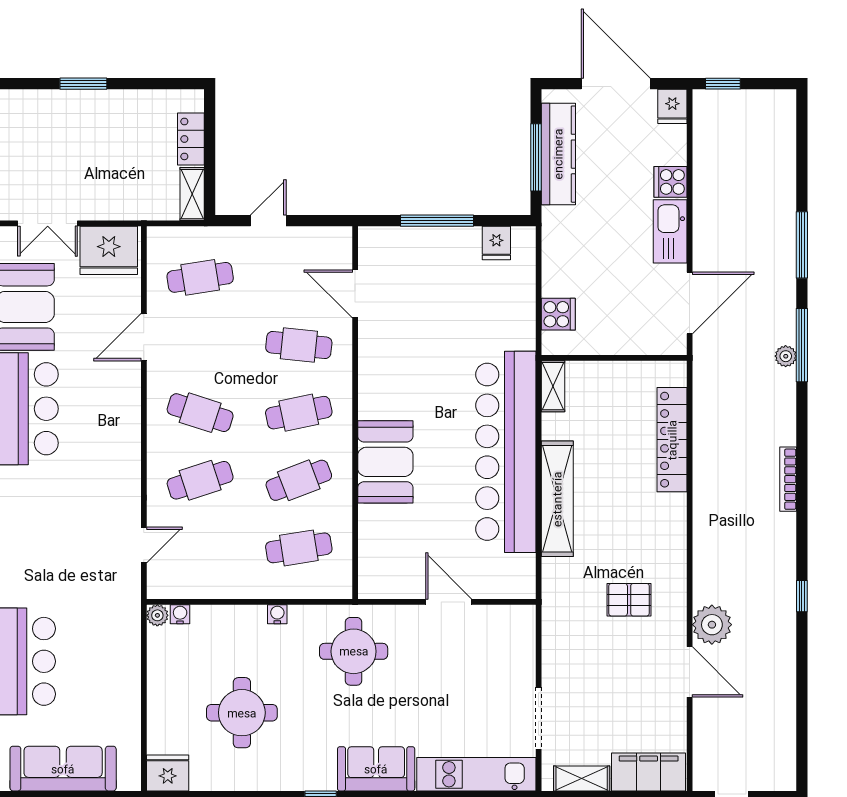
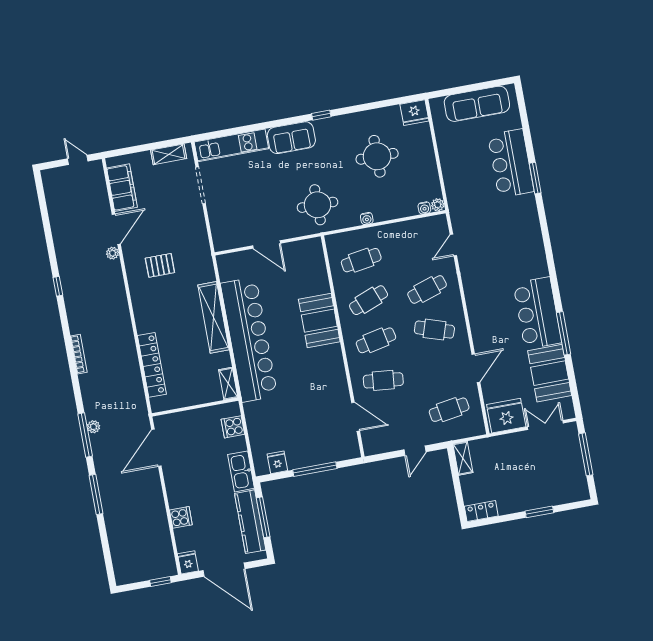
locker: (191, 139) -> (481, 511), moved, turned -90
kitchen sink: (670, 231) -> (241, 471), moved, turned 180
plant: (712, 625) -> (112, 253), width x0.53, depth x0.53
door: (690, 672) -> (116, 229), swing flipped
filing cabinet: (649, 772) -> (122, 188), moved, turned -90

